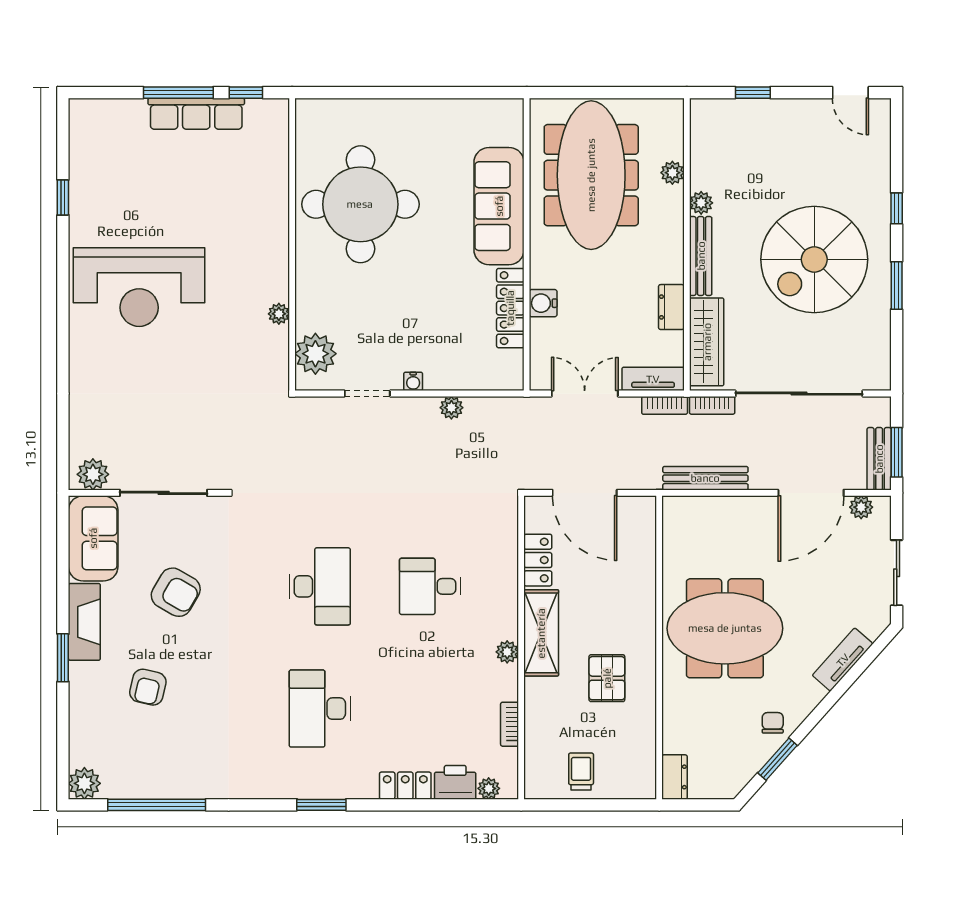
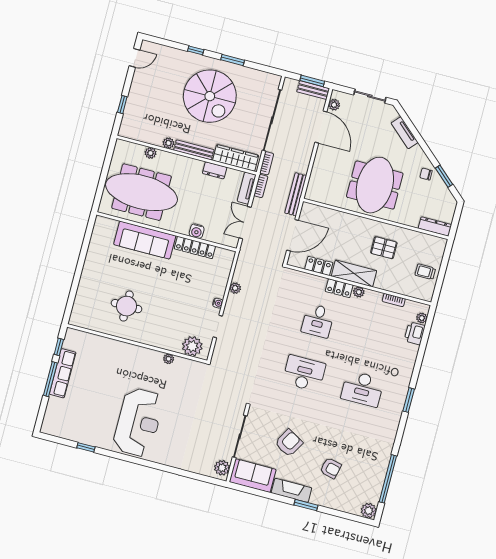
round table: (360, 204) -> (126, 306), width x0.54, depth x0.54
bench: (705, 478) -> (296, 194), moved
dresser: (675, 777) -> (435, 227), width x1.44
locker: (405, 786) -> (339, 288), moved, turned -90

